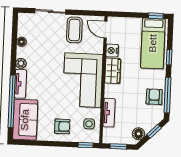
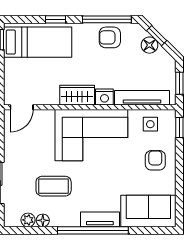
coffee table: (74, 30) -> (54, 186), moved
nightstand: (112, 51) -> (104, 97), moved
plant: (21, 63) -> (28, 220), moved
window: (12, 101) -> (93, 230), moved
tv unit: (109, 113) -> (142, 98), width x1.41
floor lamp: (138, 134) -> (149, 45), moved

